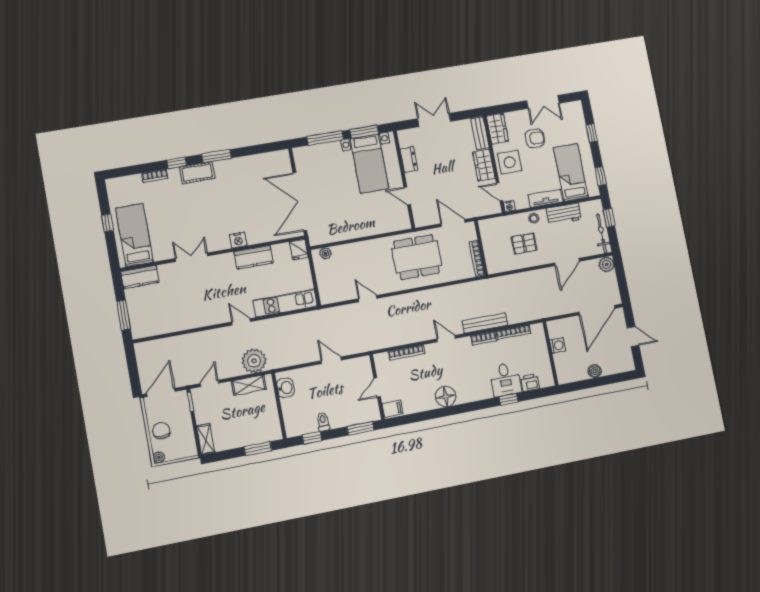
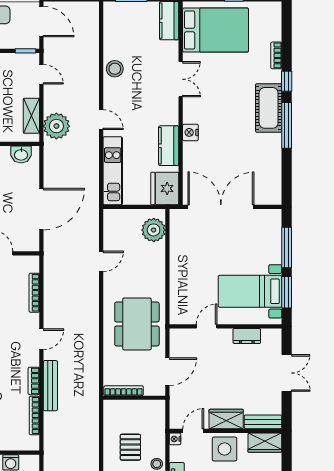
window: (217, 156) -> (287, 125), width x1.44
cot: (197, 173) -> (269, 108), width x1.37, depth x1.34
bed: (134, 235) -> (216, 30), width x1.50
fridge: (299, 250) -> (165, 188), width x1.88, depth x1.34
plant: (325, 253) -> (154, 230), width x1.88, depth x1.88
stool: (193, 318) -> (115, 69), added
door: (241, 322) -> (101, 120), hinge flipped
door: (331, 360) -> (41, 209), width x1.87

